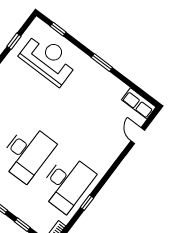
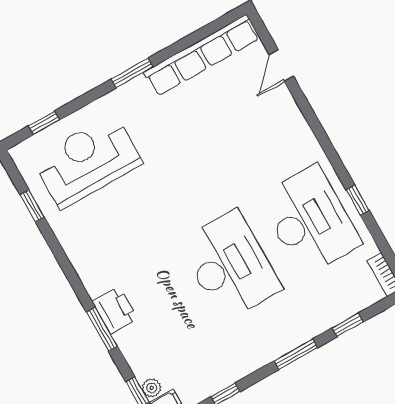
row of seats: (139, 103) -> (202, 55), width x2.02
door: (138, 136) -> (281, 66), hinge flipped

